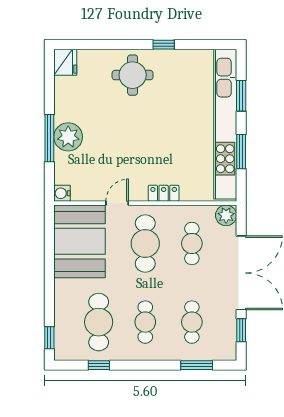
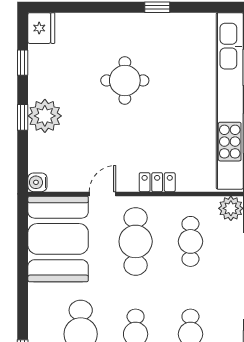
round table: (133, 75) -> (125, 80), moved
window: (49, 92) -> (23, 63), added
window: (49, 138) -> (23, 117), width x0.46

